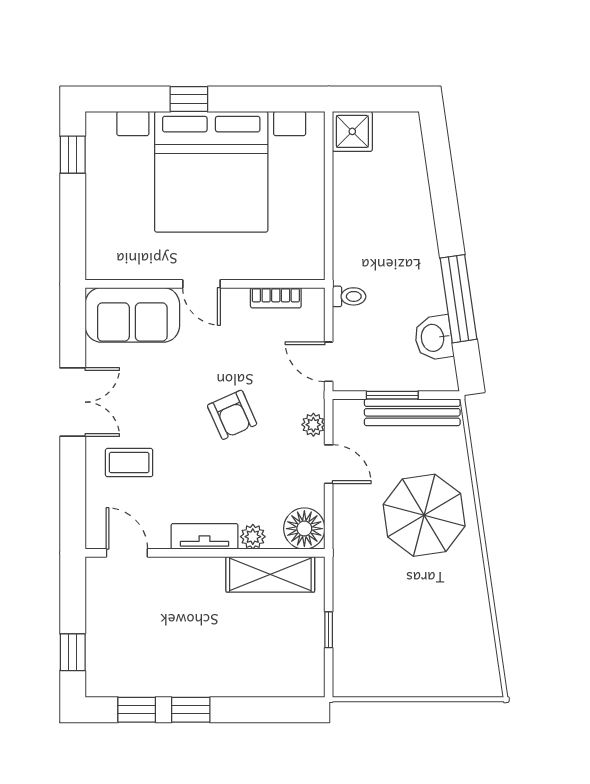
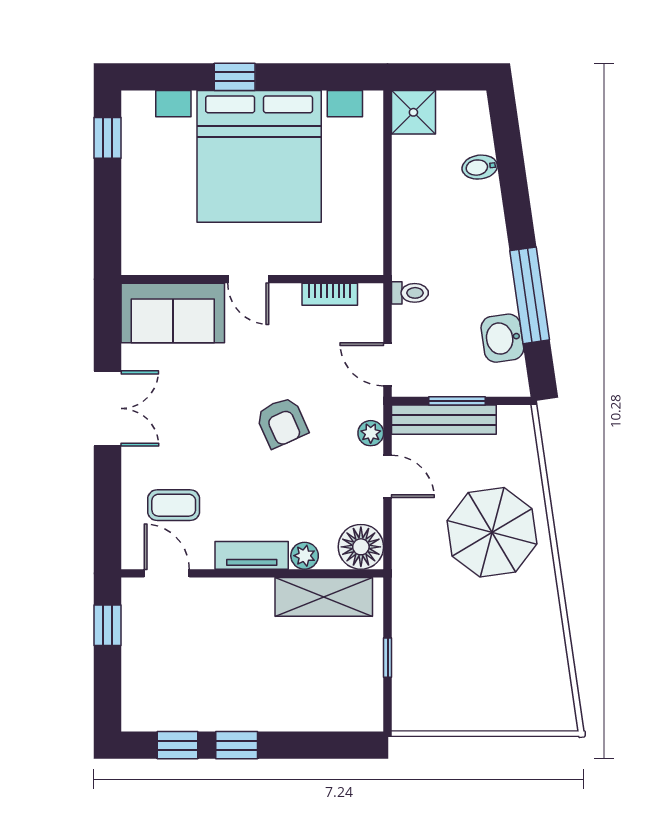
bidet: (413, 181) -> (480, 167), added
bench: (412, 412) -> (444, 420), moved
coffee table: (129, 463) -> (174, 505), moved
window: (73, 652) -> (107, 625), moved

